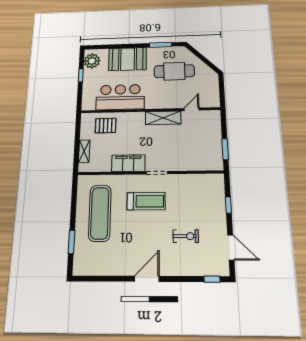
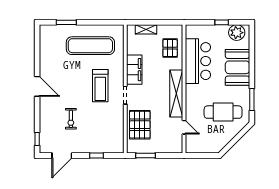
cafe table: (174, 71) -> (223, 112), turned 90
shelving: (163, 118) -> (176, 94), width x1.47
pallet: (190, 156) -> (140, 125), added

